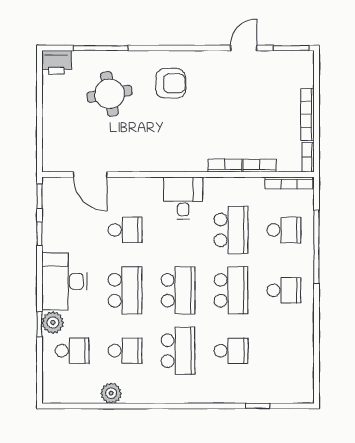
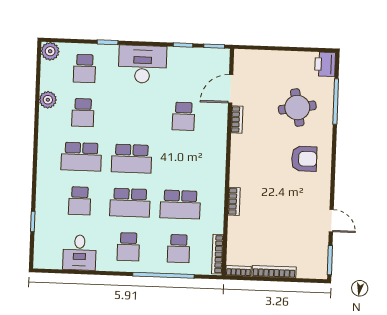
armchair: (171, 83) -> (304, 159), turned -90
bookcase: (260, 166) -> (237, 120), moved
desk: (183, 198) -> (79, 253), moved, turned 90
school desk: (125, 290) -> (133, 114), removed
plant: (53, 322) -> (50, 51), moved

